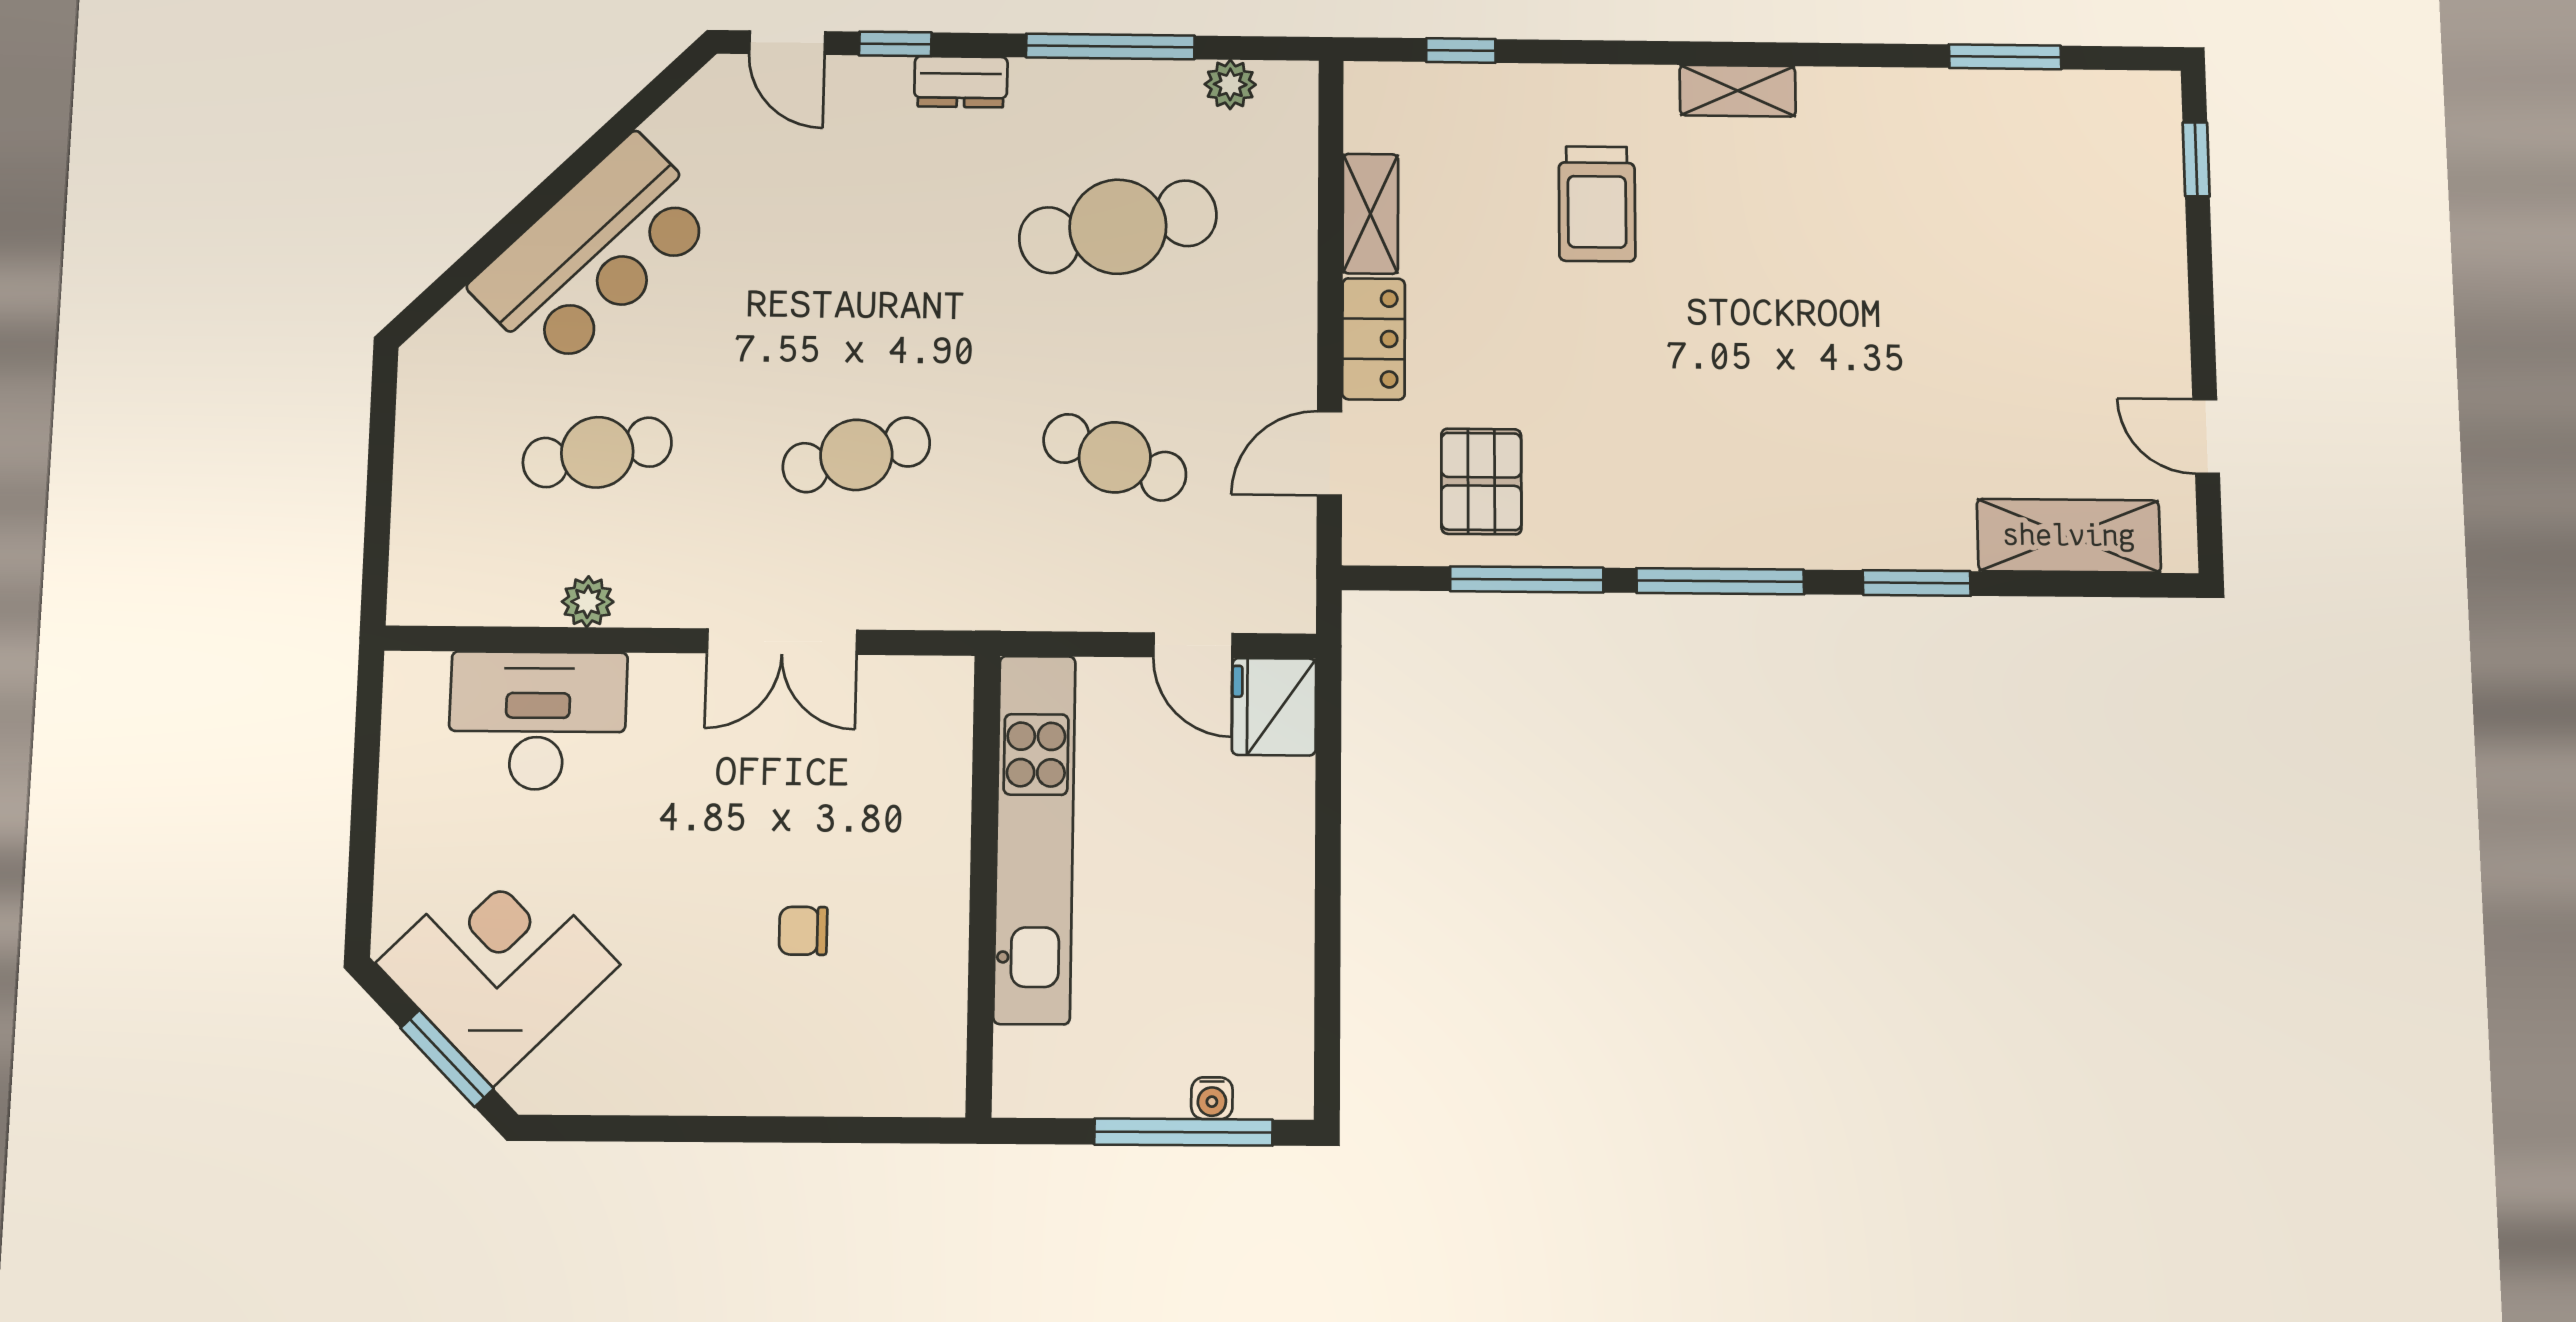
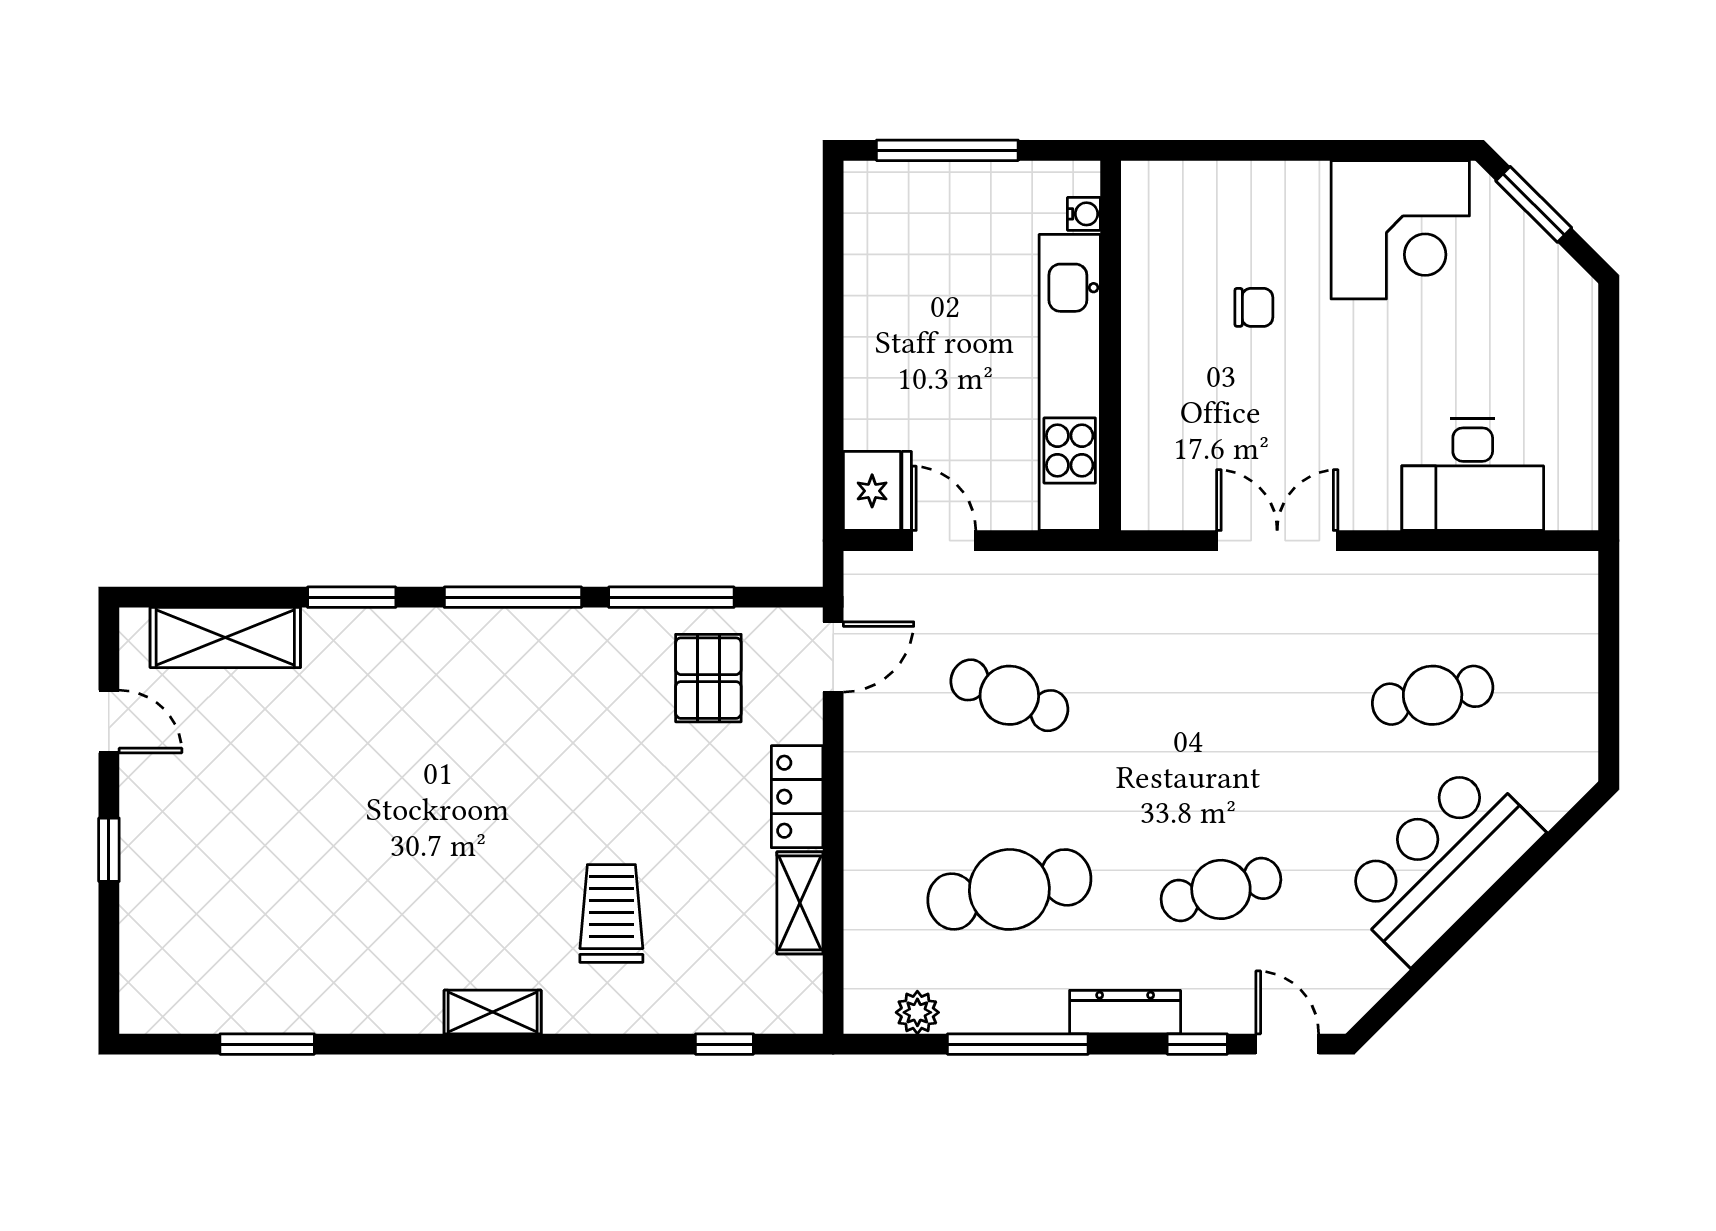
dresser: (961, 82) -> (1125, 1012), width x1.44
window: (2196, 159) -> (109, 850), moved
door: (1329, 453) -> (833, 657), moved
cafe table: (856, 455) -> (1221, 889), moved
plant: (588, 602) -> (1436, 572), removed
corner desk: (498, 964) -> (1400, 230), moved, turned -45
water cooler: (1212, 1098) -> (1084, 214), moved, turned 90

